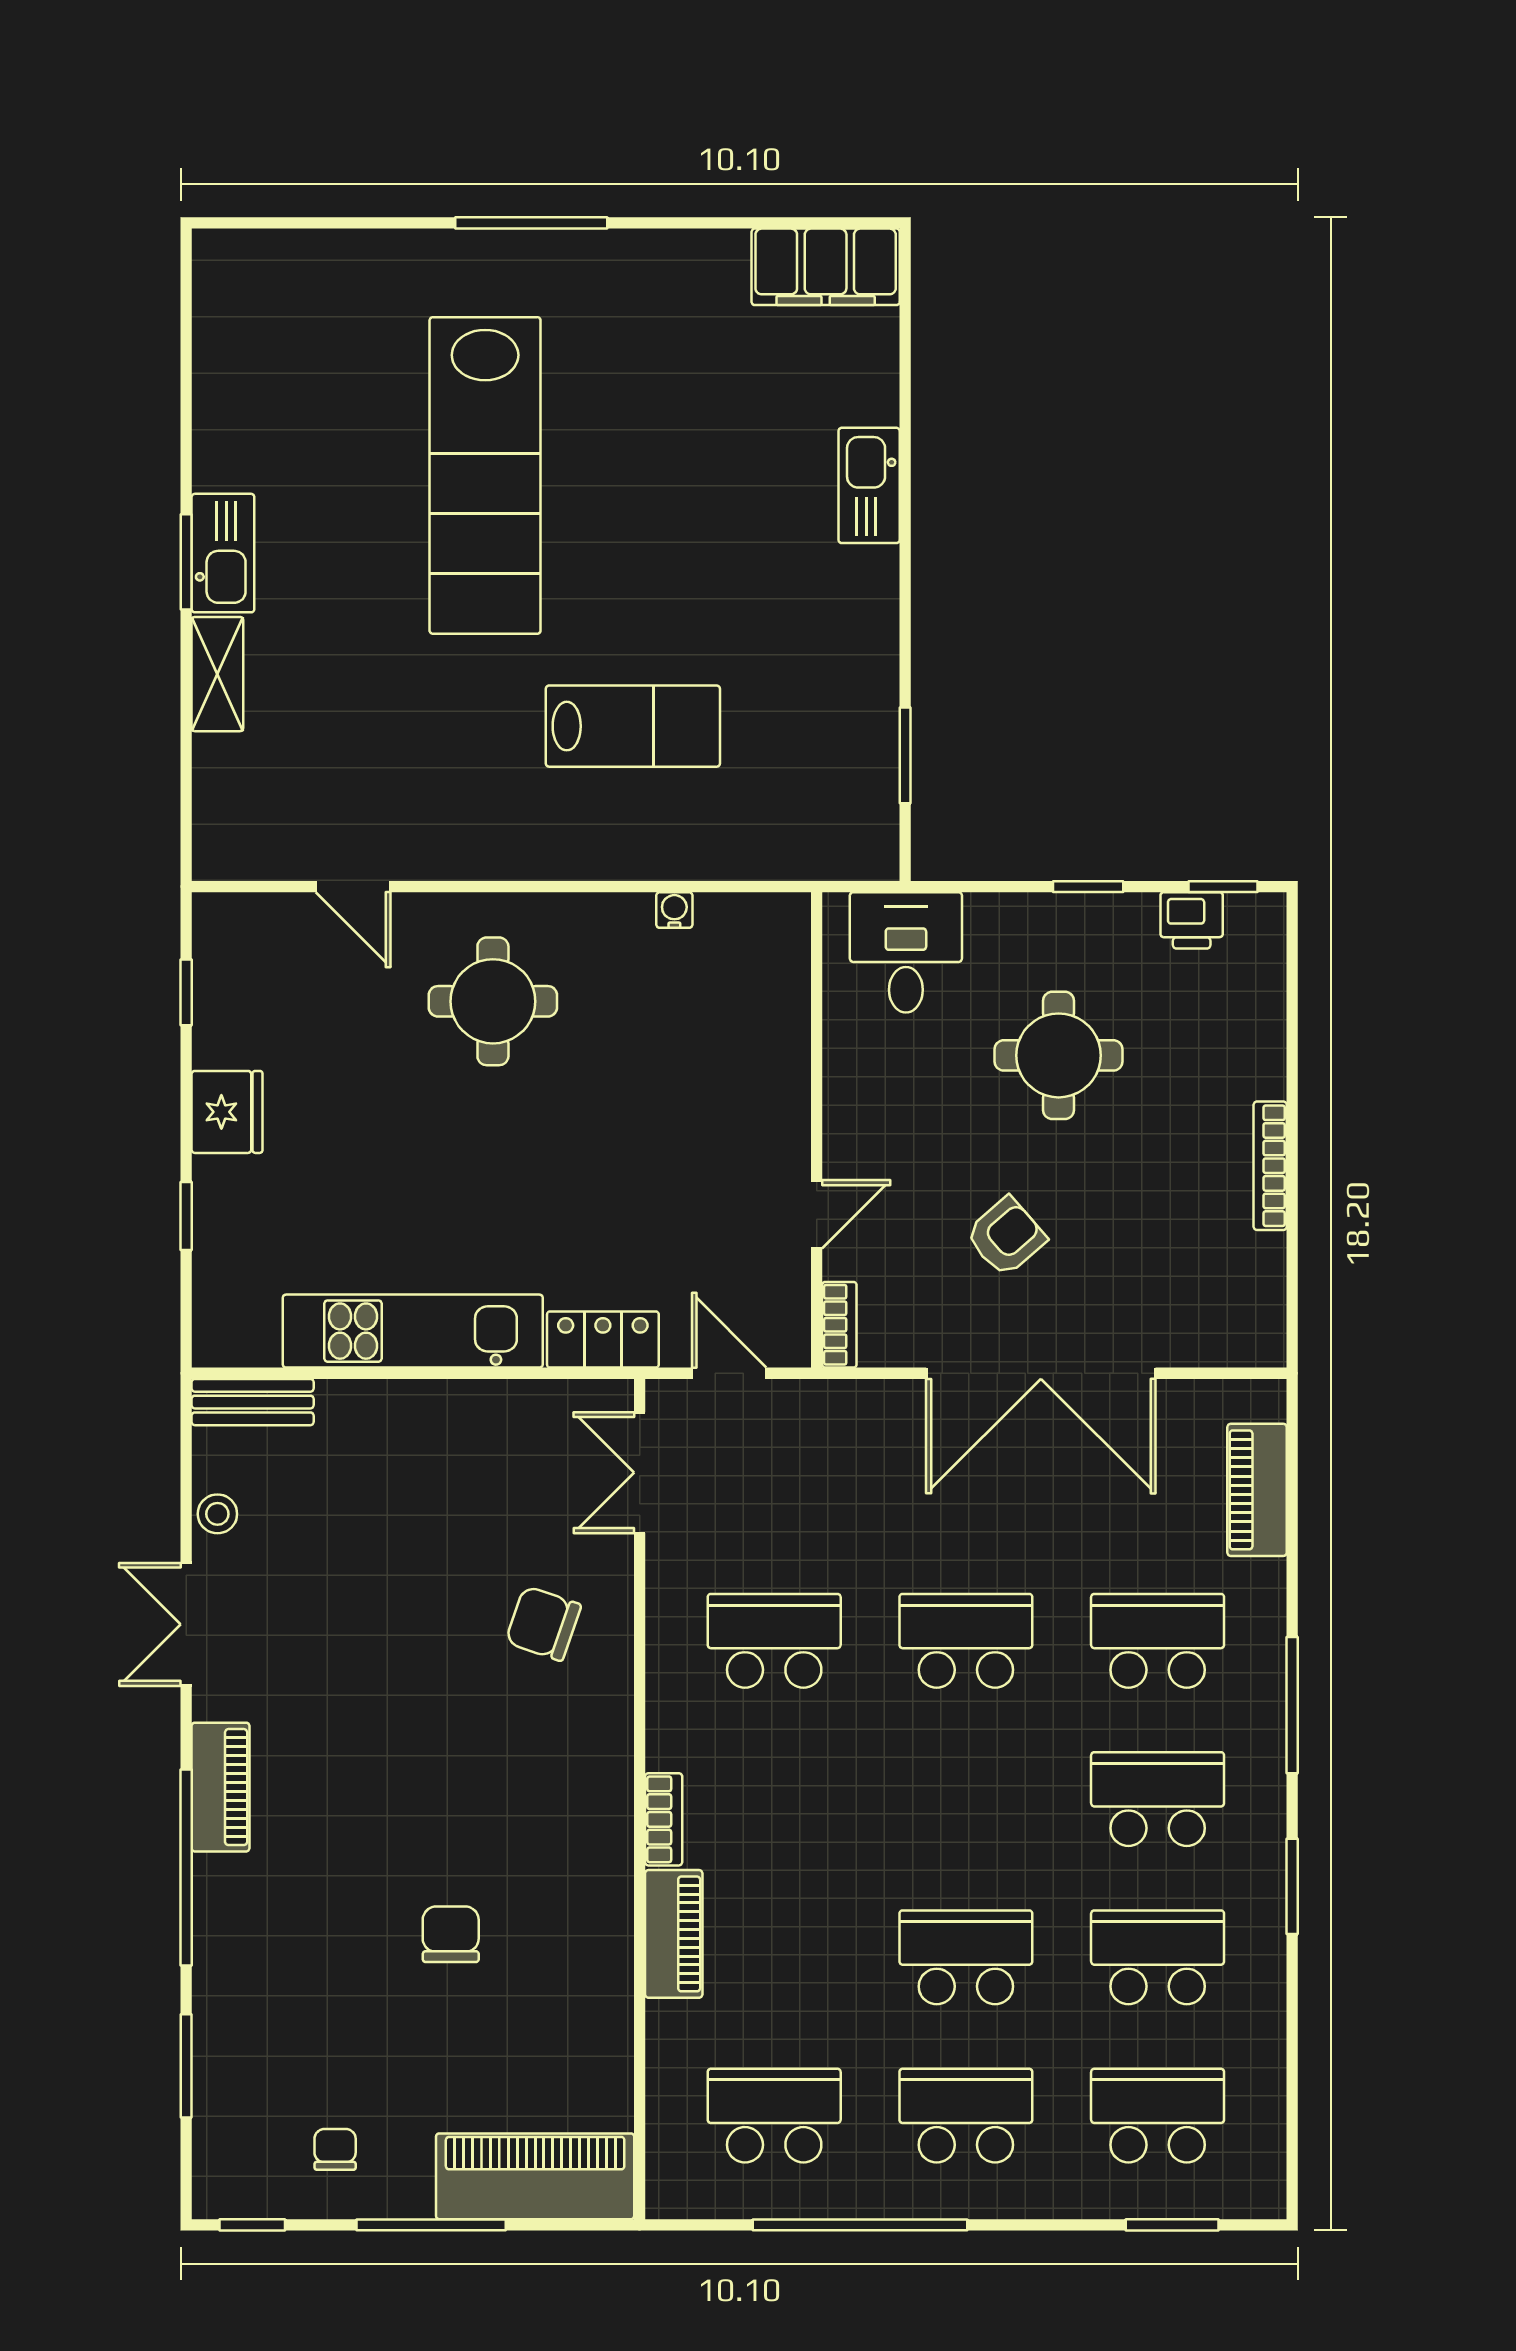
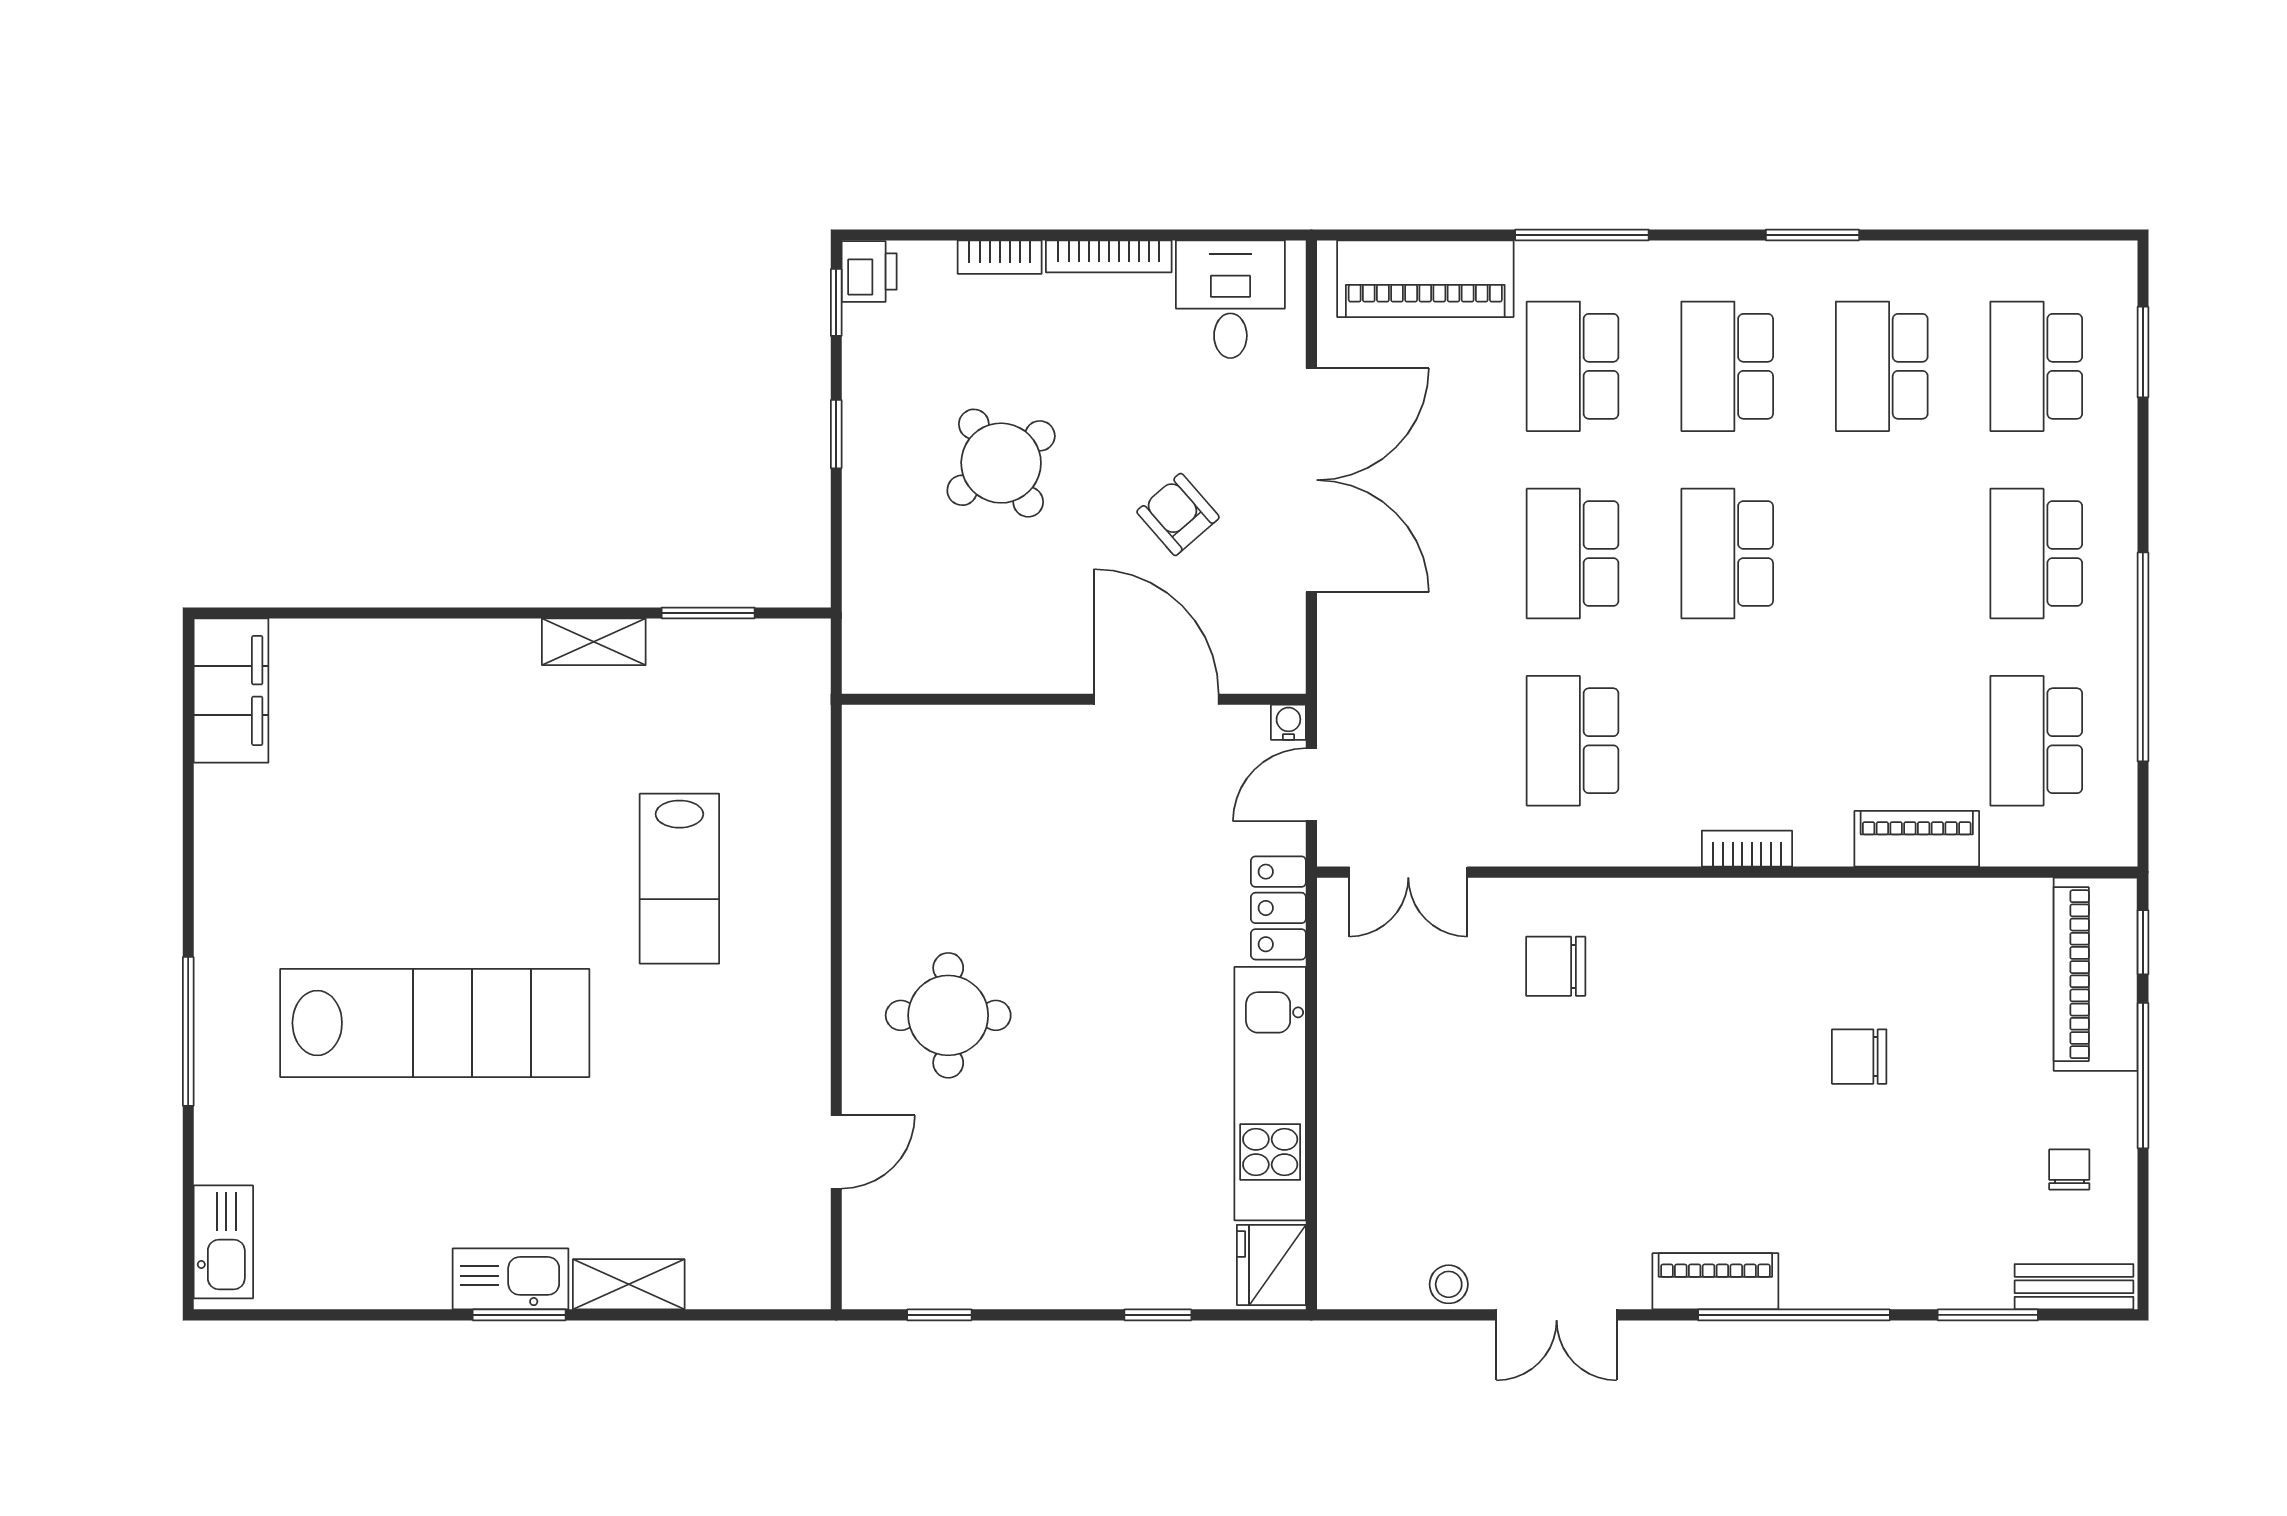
window: (531, 223) -> (188, 1031), moved
kitchen sink: (869, 485) -> (223, 1242), moved, turned -90
shelving: (876, 638) -> (594, 642), added
lab bench: (633, 726) -> (679, 879), turned 180
water cooler: (674, 910) -> (1288, 722), moved, turned 90
printer: (1192, 920) -> (869, 272), moved
desk: (906, 952) -> (1230, 299), moved, turned 90
round table: (1059, 1055) -> (1001, 463), turned -35
fridge: (227, 1112) -> (1271, 1265), moved, turned -90
door: (817, 1214) -> (1156, 699), width x1.87
bookcase: (839, 1325) -> (1000, 257), moved, turned 180
bench: (253, 1402) -> (2074, 1287), moved, turned 90
piano: (1257, 1490) -> (1425, 279), width x1.37, depth x1.33
chair: (543, 1623) -> (1556, 966), turned 71
window: (1292, 1705) -> (1582, 235), moved
piano: (674, 1934) -> (1917, 839), moved
school desk: (966, 1957) -> (1727, 554), moved
chair: (335, 2149) -> (2069, 1169), turned 90
window: (252, 2225) -> (2143, 942), moved

